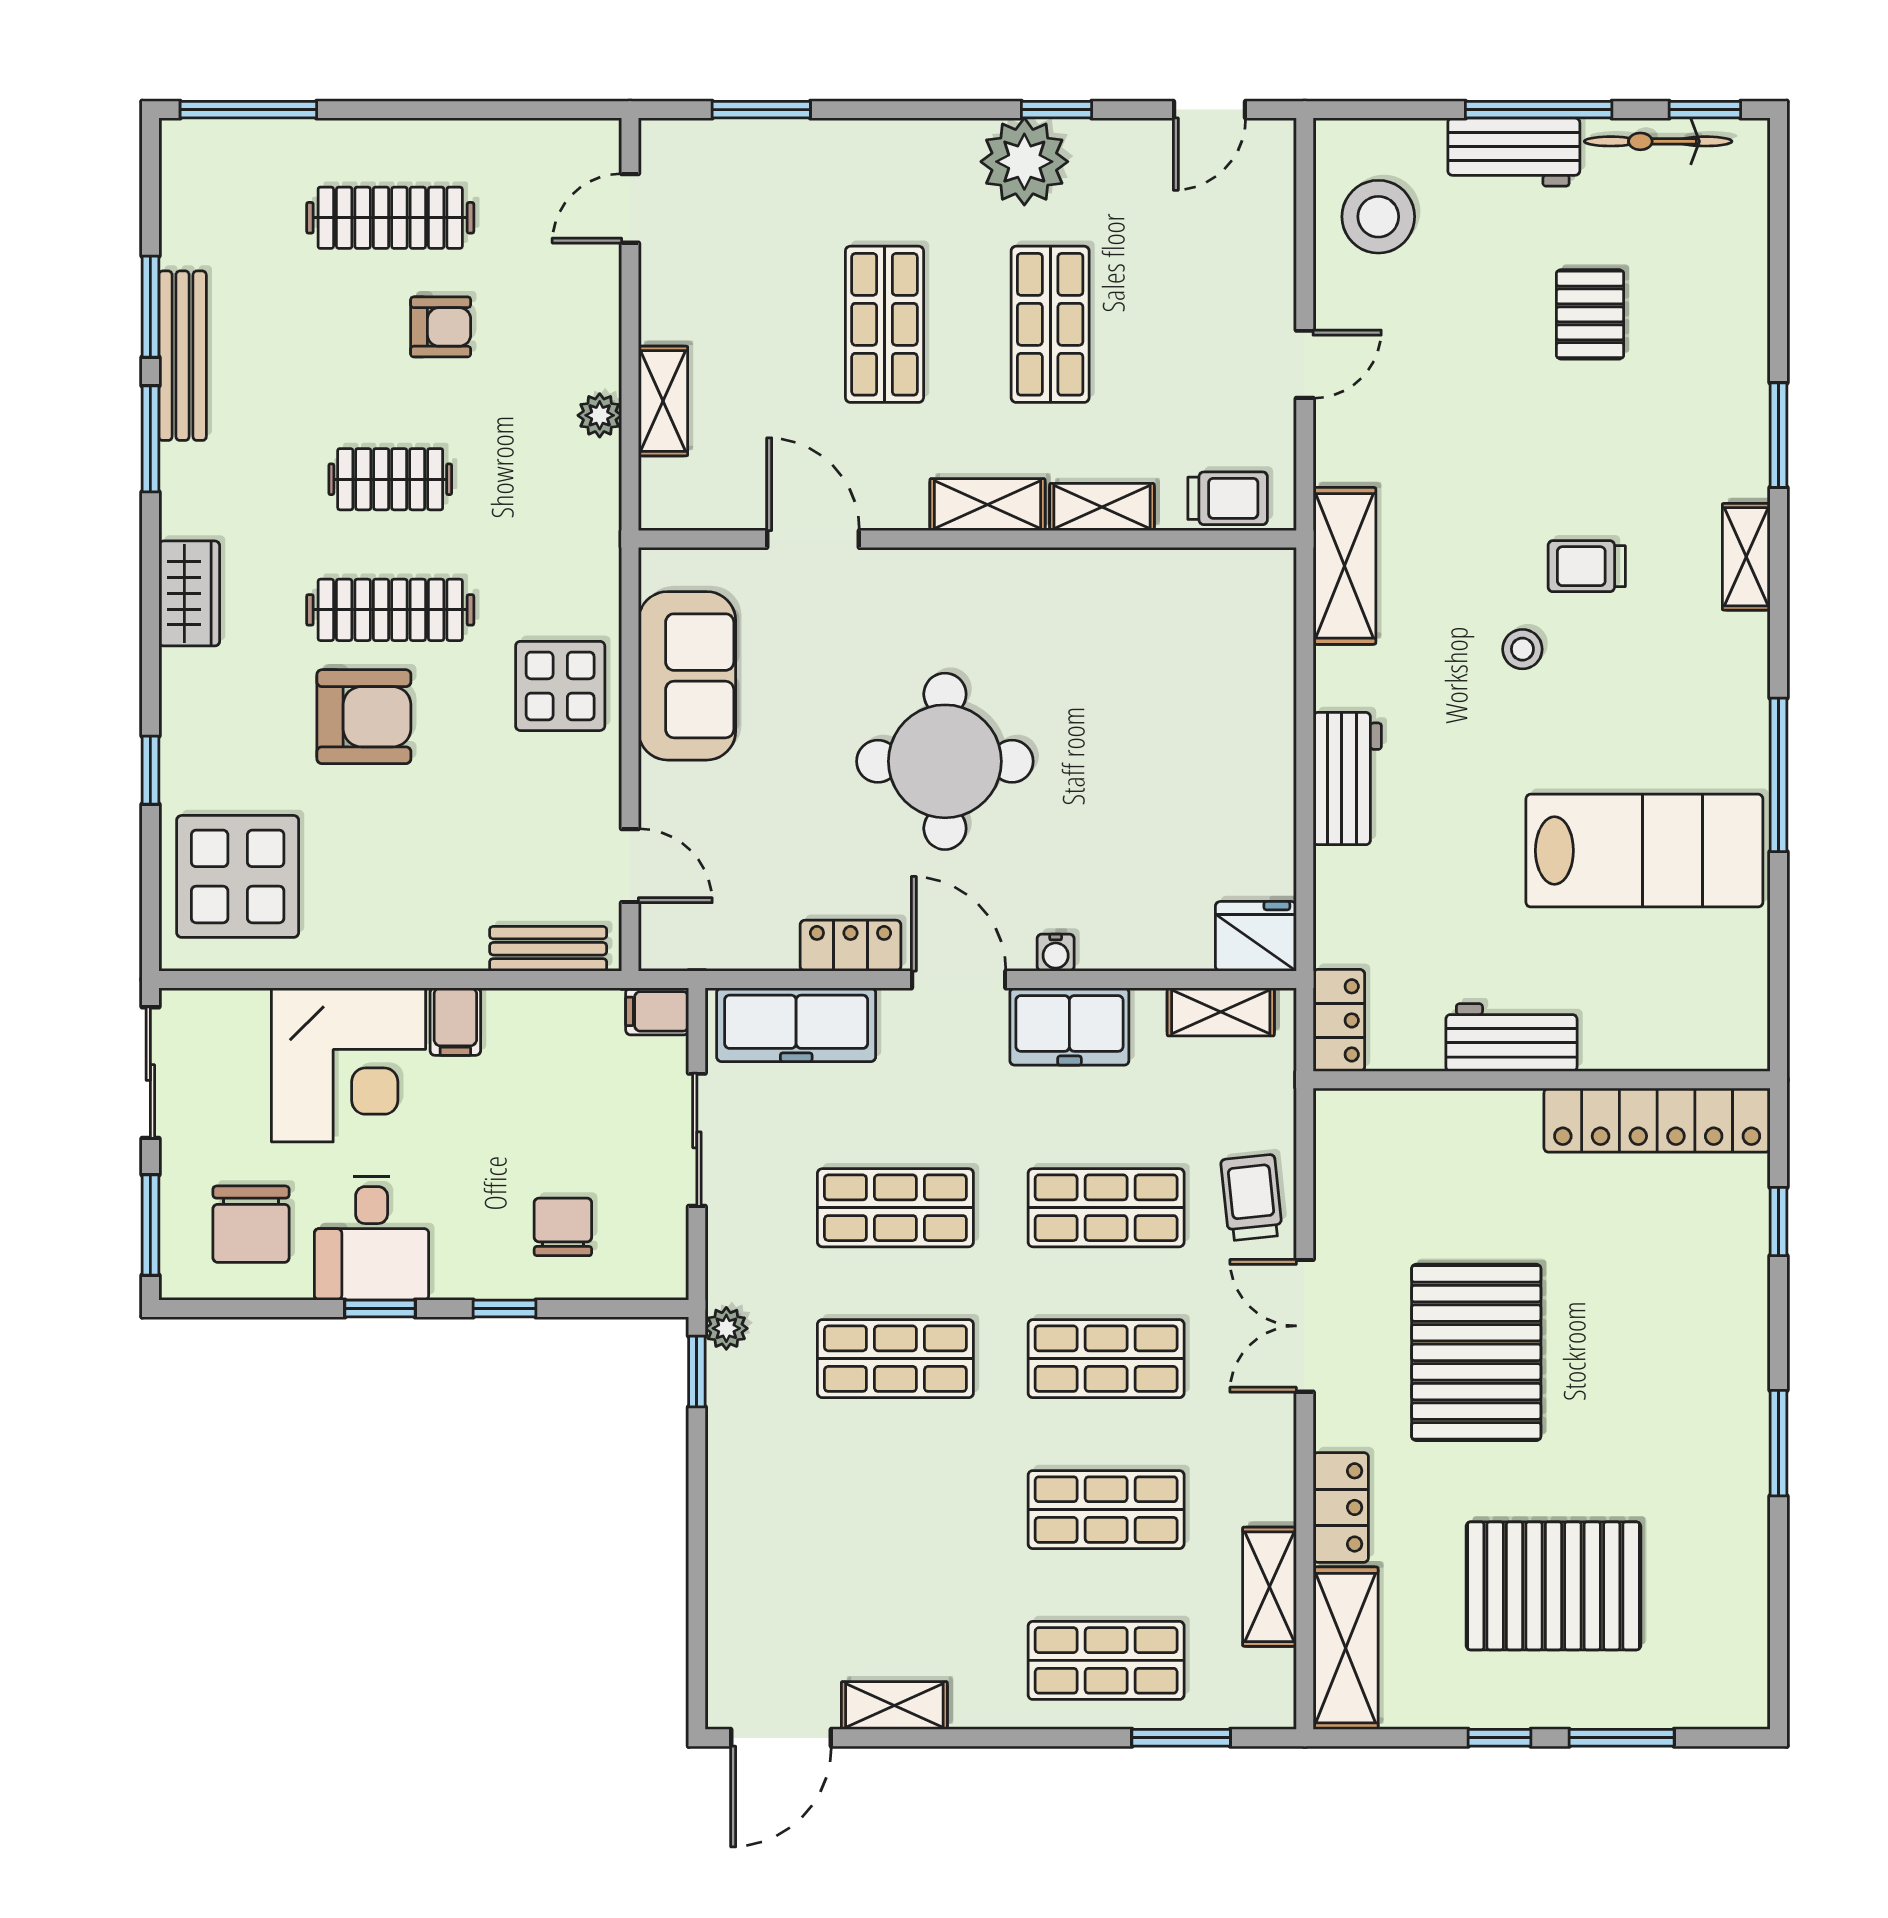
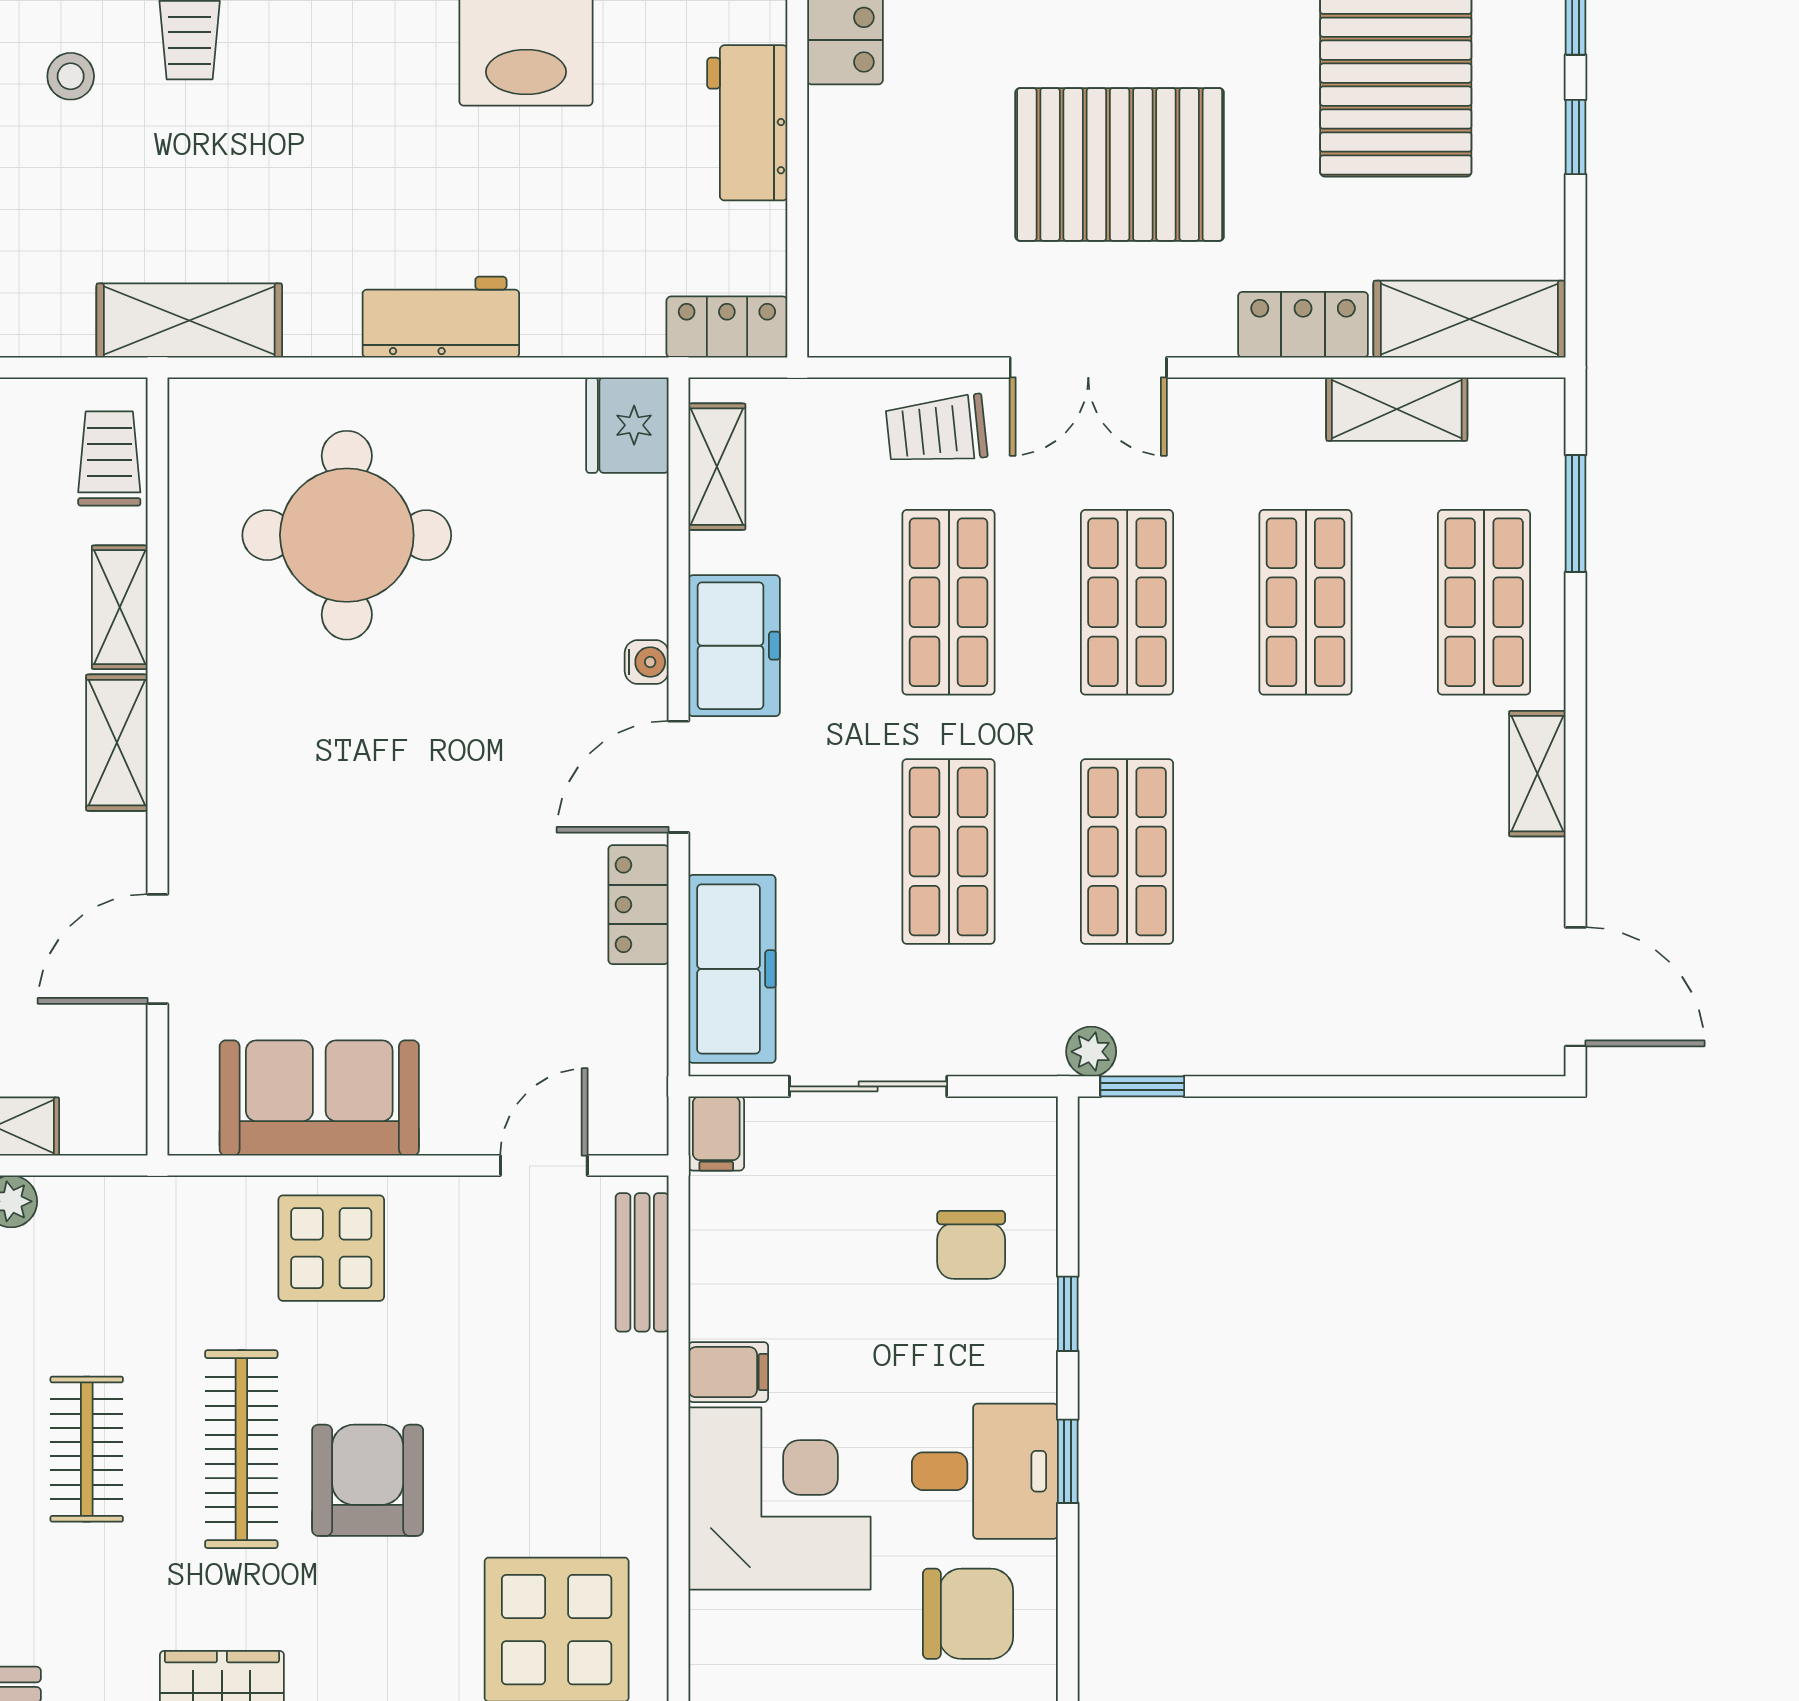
stool: (1522, 649) -> (71, 76), moved
round table: (945, 761) -> (347, 535), moved
chair: (563, 1227) -> (971, 1245), turned -90
shelving: (894, 1706) -> (1537, 774), moved

